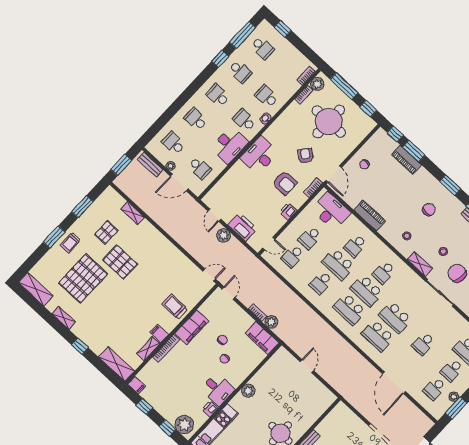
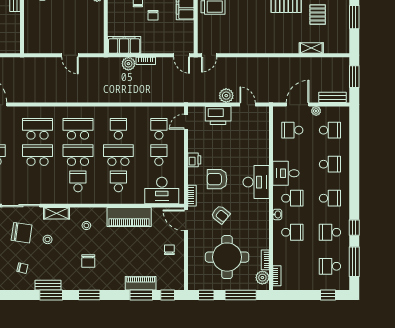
desk: (230, 145) -> (286, 173), width x0.73
piano: (370, 215) -> (129, 217), width x1.37, depth x1.33

